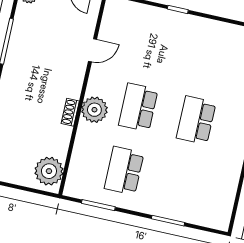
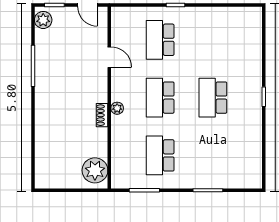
school desk: (152, 44) -> (160, 40), added
door: (93, 50) -> (109, 57), hinge flipped
plant: (94, 110) -> (117, 108), width x0.53, depth x0.53

